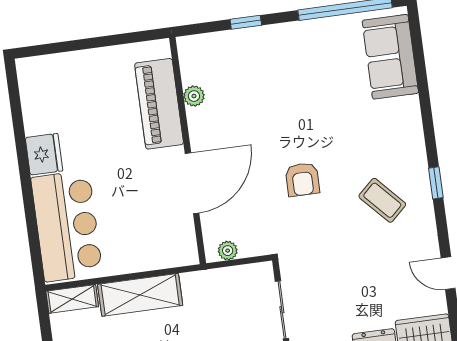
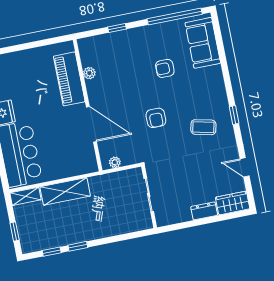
armchair: (323, 96) -> (165, 68), added
door: (192, 183) -> (91, 124), hinge flipped
coffee table: (382, 200) -> (203, 127), turned -34

